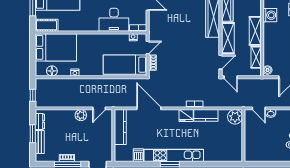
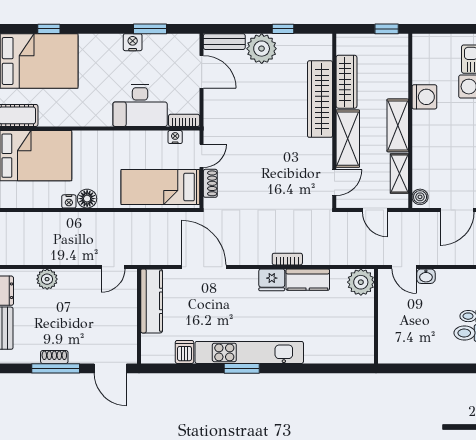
floor lamp: (52, 71) -> (87, 199), moved
door: (231, 77) -> (375, 210), moved
plant: (81, 115) -> (47, 279), moved

